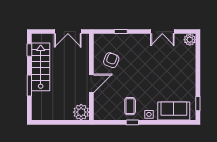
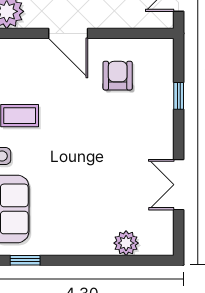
plant: (190, 40) -> (126, 243), moved
armchair: (111, 60) -> (118, 76), turned -111

